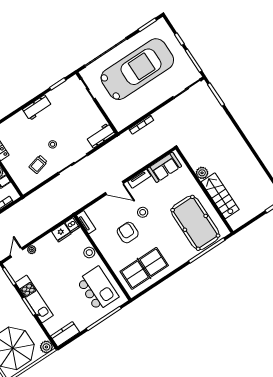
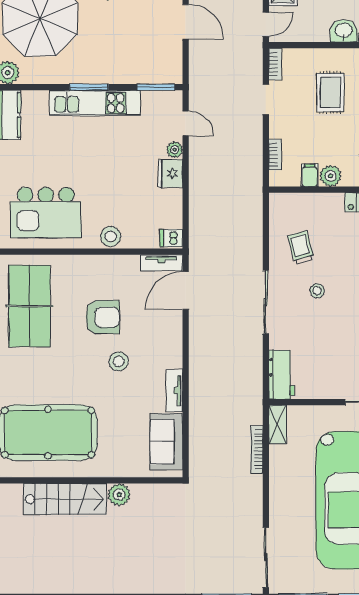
shelving: (124, 123) -> (277, 424), added
door: (114, 188) -> (186, 291), moved
fridge: (61, 233) -> (170, 173), moved

